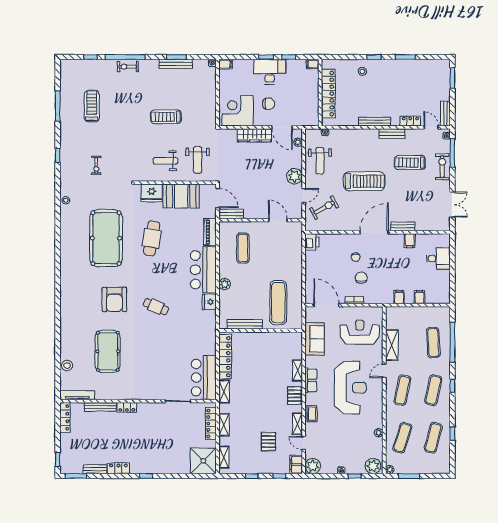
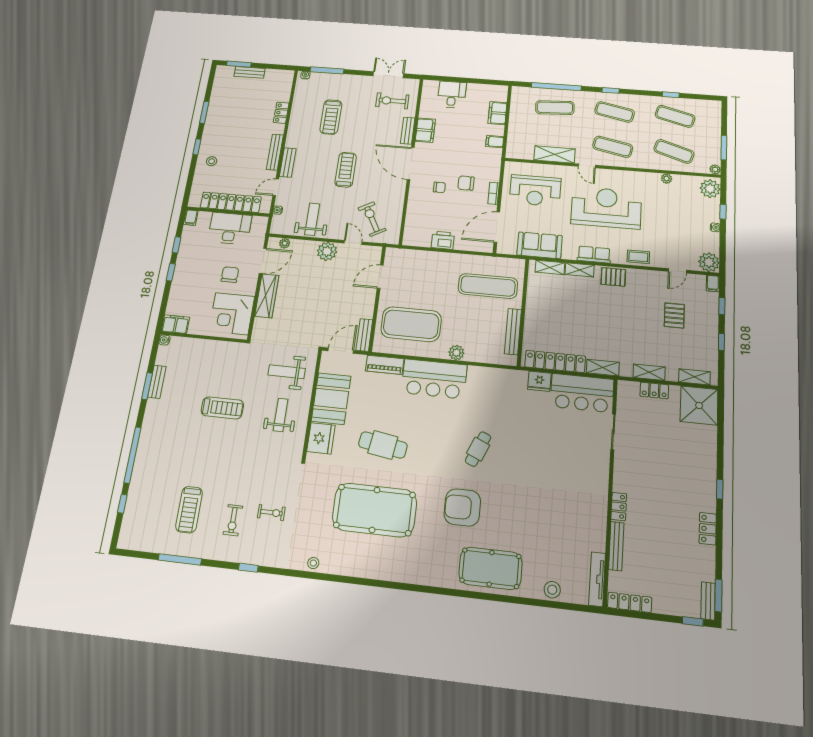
bench: (176, 64) -> (157, 382), width x0.73
filing cabinet: (225, 64) -> (175, 324), width x2.00
exercise bike: (128, 67) -> (233, 520), moved
desk: (270, 72) -> (230, 228), moved, turned 90
treadmill: (92, 106) -> (189, 510), turned -90
bench: (445, 114) -> (250, 72), moved
treadmill: (166, 117) -> (222, 408), turned -90
door: (431, 127) -> (276, 187), moved
bench: (392, 134) -> (288, 162), moved
weight bench: (198, 160) -> (287, 372), turned 180
weight bench: (165, 161) -> (281, 415), turned 180
weight bench: (320, 161) -> (312, 219), turned -90
exercise bike: (442, 167) -> (392, 101), moved
treadmill: (364, 181) -> (346, 170), width x0.73, depth x0.73
filing cabinet: (410, 241) -> (425, 130), width x2.00
printer: (312, 242) -> (443, 240), moved
exercise mat: (243, 248) -> (411, 324), width x2.00, depth x1.45
filing cabinet: (419, 297) -> (497, 113), width x2.00
armchair: (114, 299) -> (462, 507), turned 180
fridge: (209, 302) -> (539, 381), moved
reception desk: (360, 332) -> (535, 191), turned -90
pool table: (108, 351) -> (491, 568), moved
locker: (211, 423) -> (654, 390), width x0.66
shelving: (297, 424) -> (550, 267), moved
pallet: (268, 442) -> (674, 316), turned 90
filing cabinet: (296, 464) -> (713, 283), width x0.50
bench: (95, 469) -> (708, 601), moved

